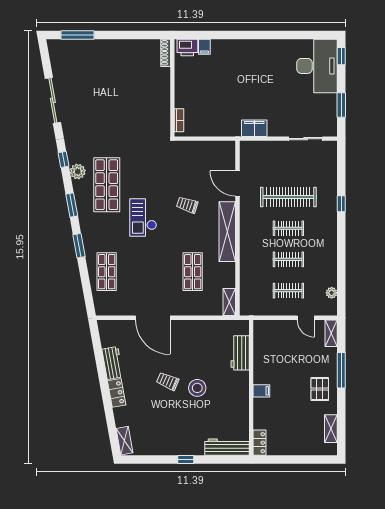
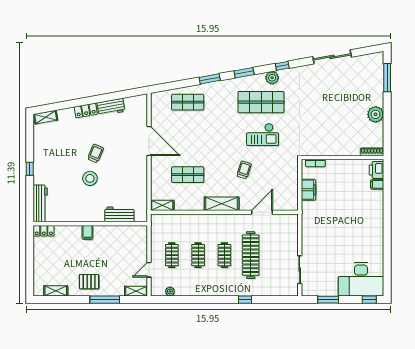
plant: (121, 49) -> (376, 114), added
filing cabinet: (254, 128) -> (308, 190), moved
checkout: (143, 217) -> (263, 135), moved, turned 180
shelving: (227, 232) -> (222, 204), width x0.68
door: (153, 318) -> (149, 141), swing flipped

